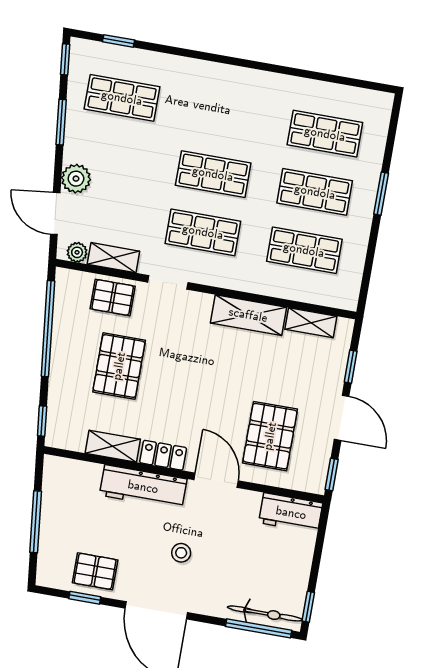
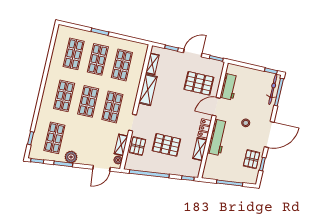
shop shelf: (223, 116) -> (64, 96), added
plant: (76, 179) -> (71, 157), moved
workbench: (291, 513) -> (229, 87), moved

